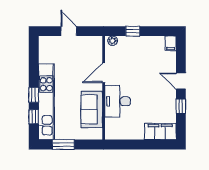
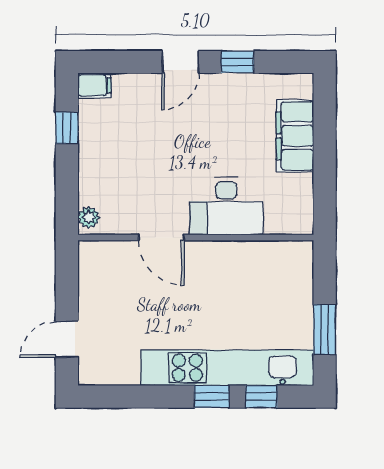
door: (69, 31) -> (67, 339), moved
window: (133, 31) -> (67, 128), moved
sofa: (92, 109) -> (245, 264), removed
filing cabinet: (160, 131) -> (295, 136), moved

